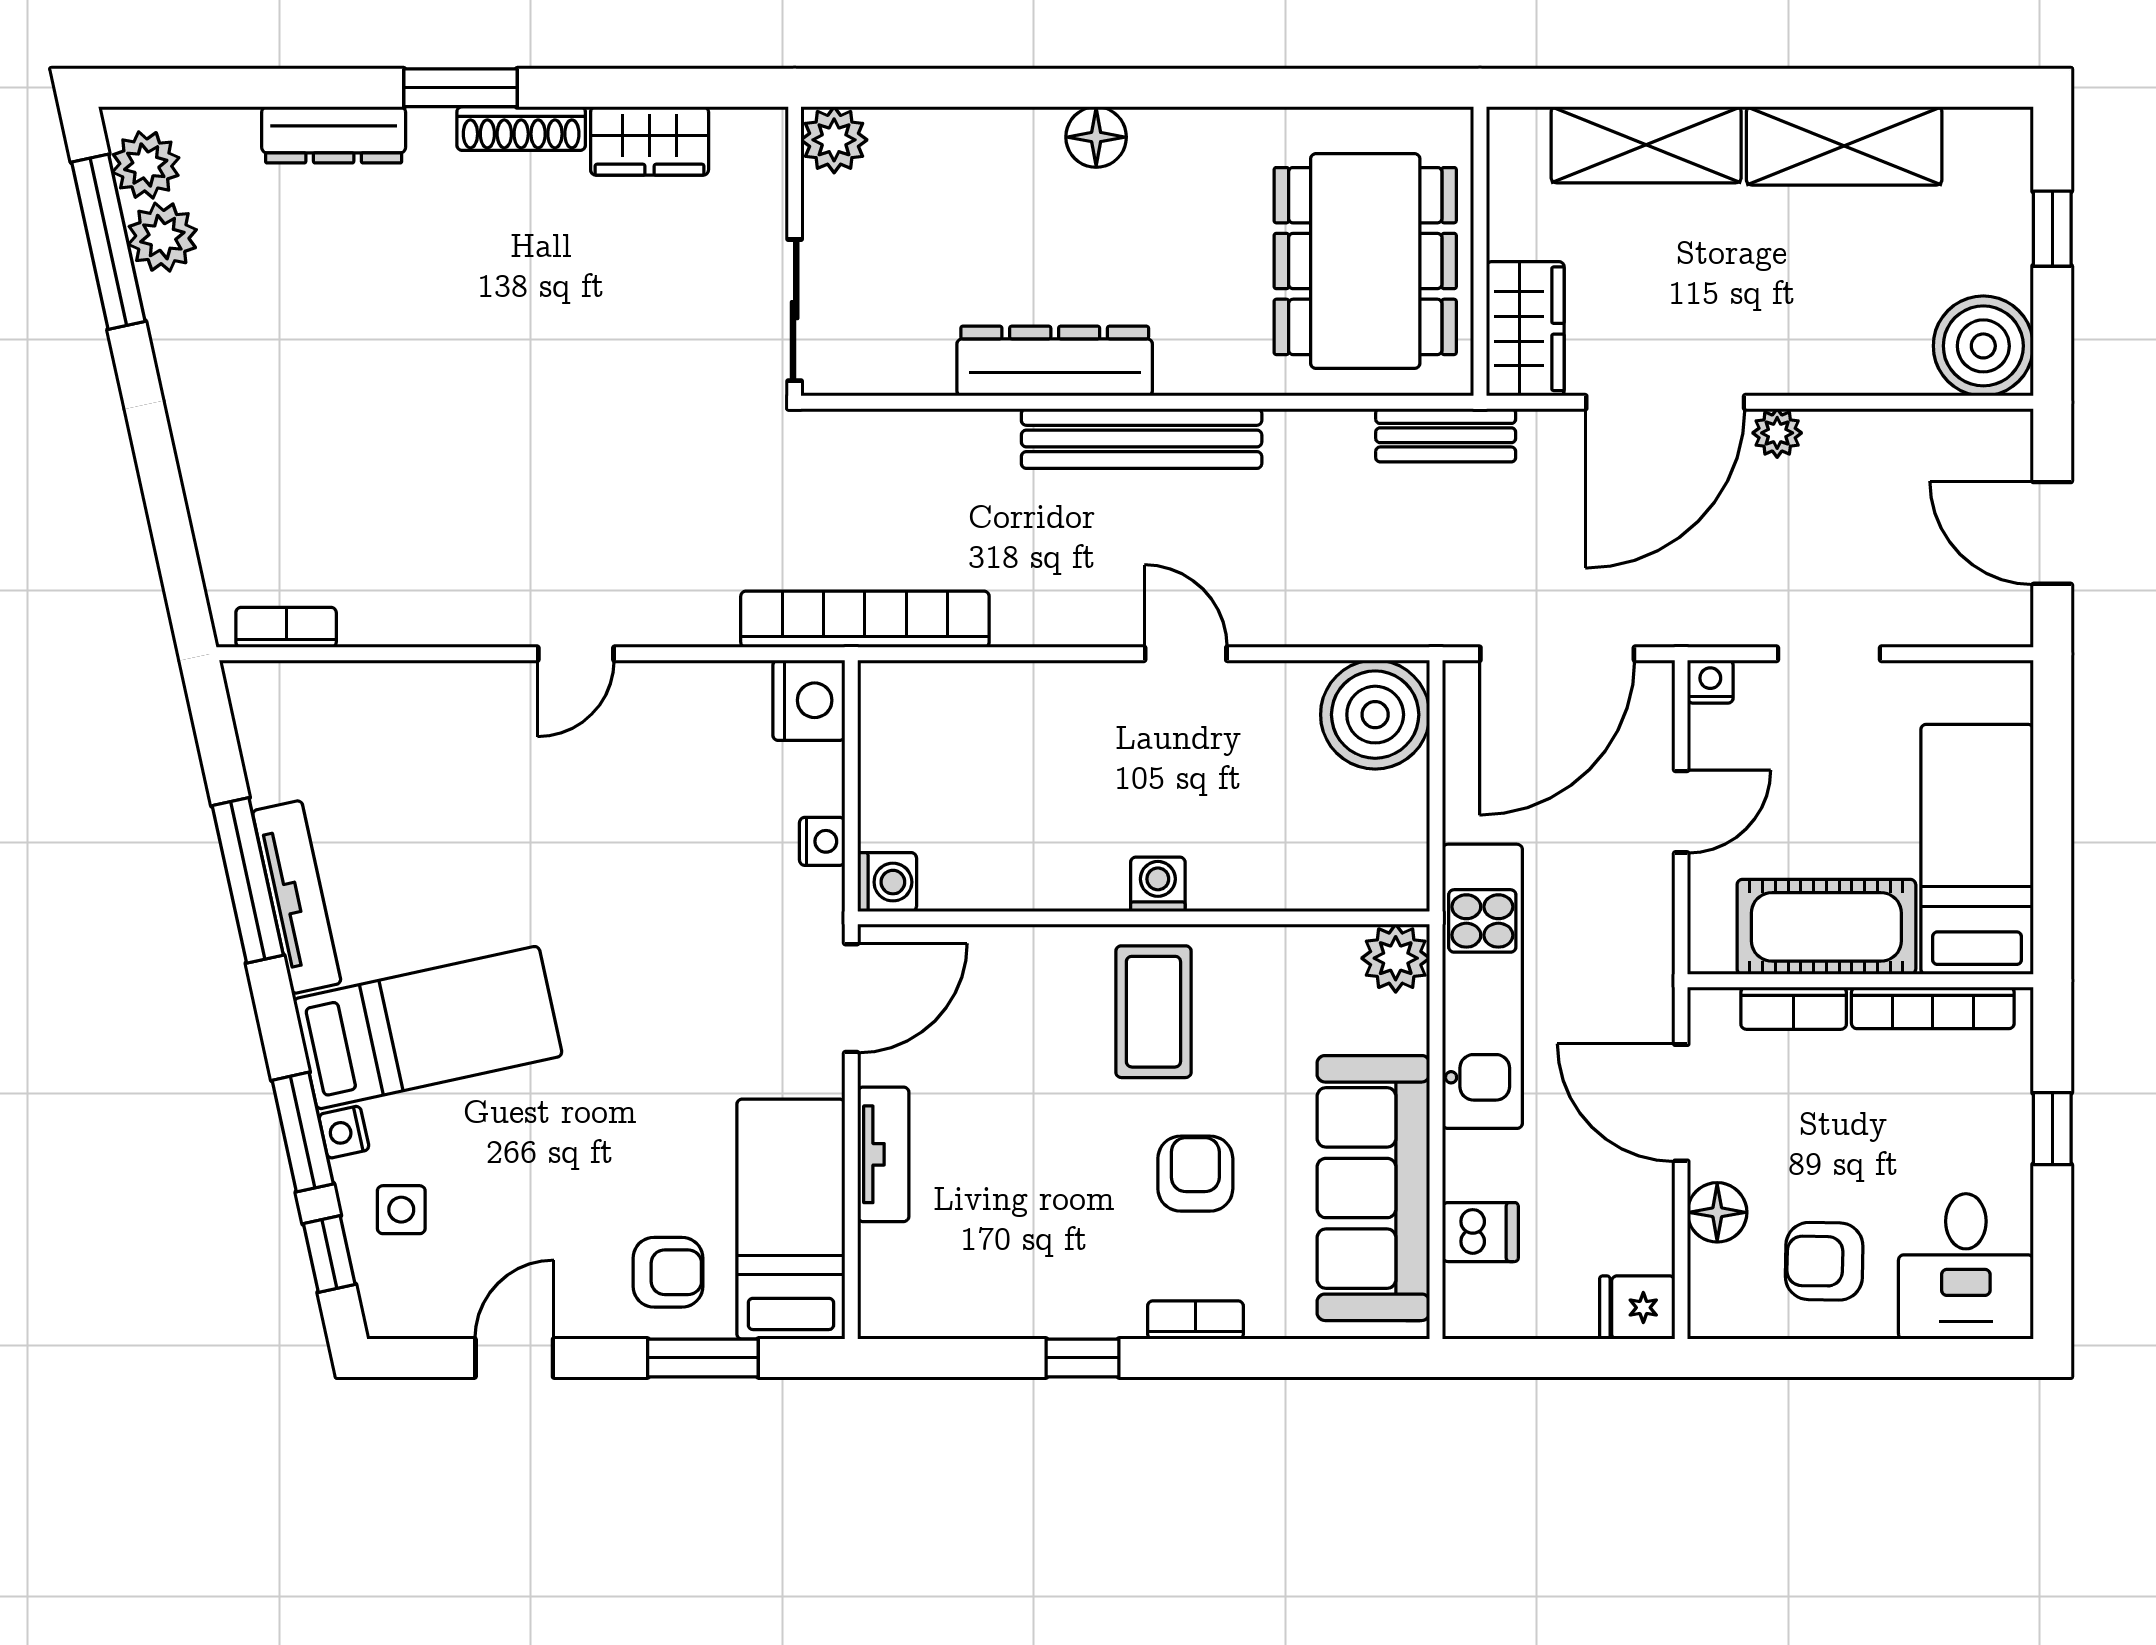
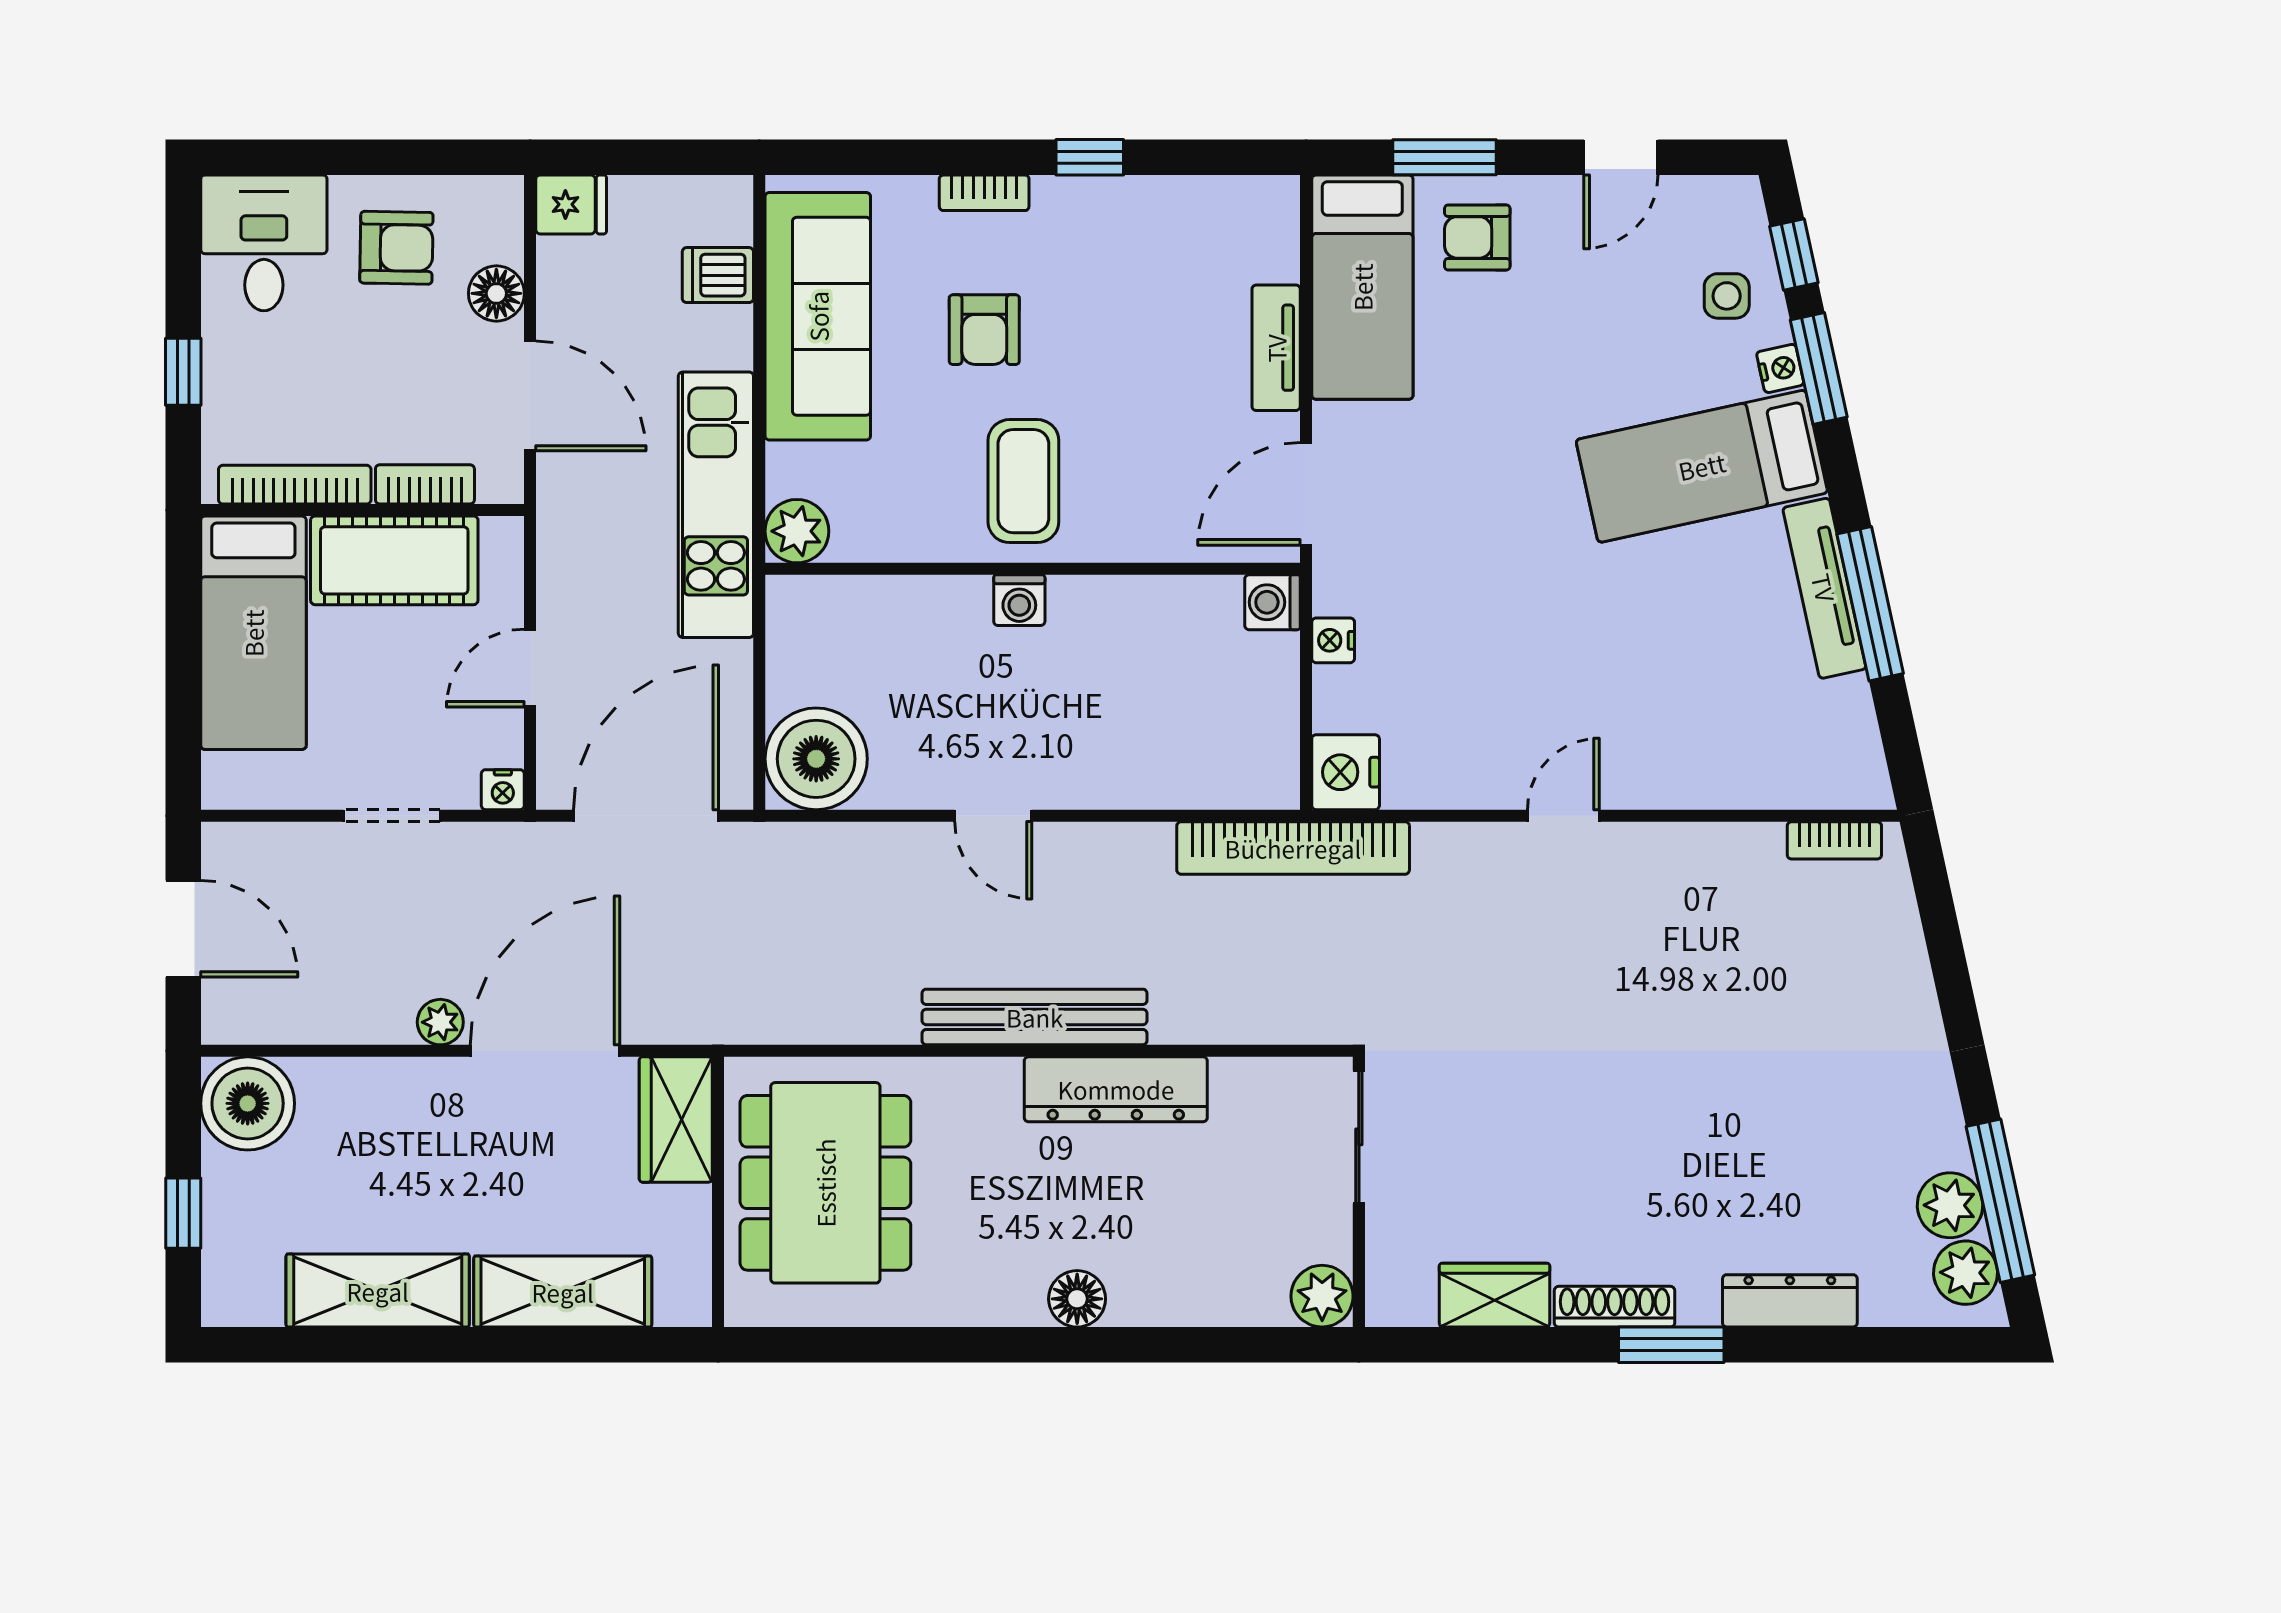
bench: (1446, 435) -> (750, 1020), removed

